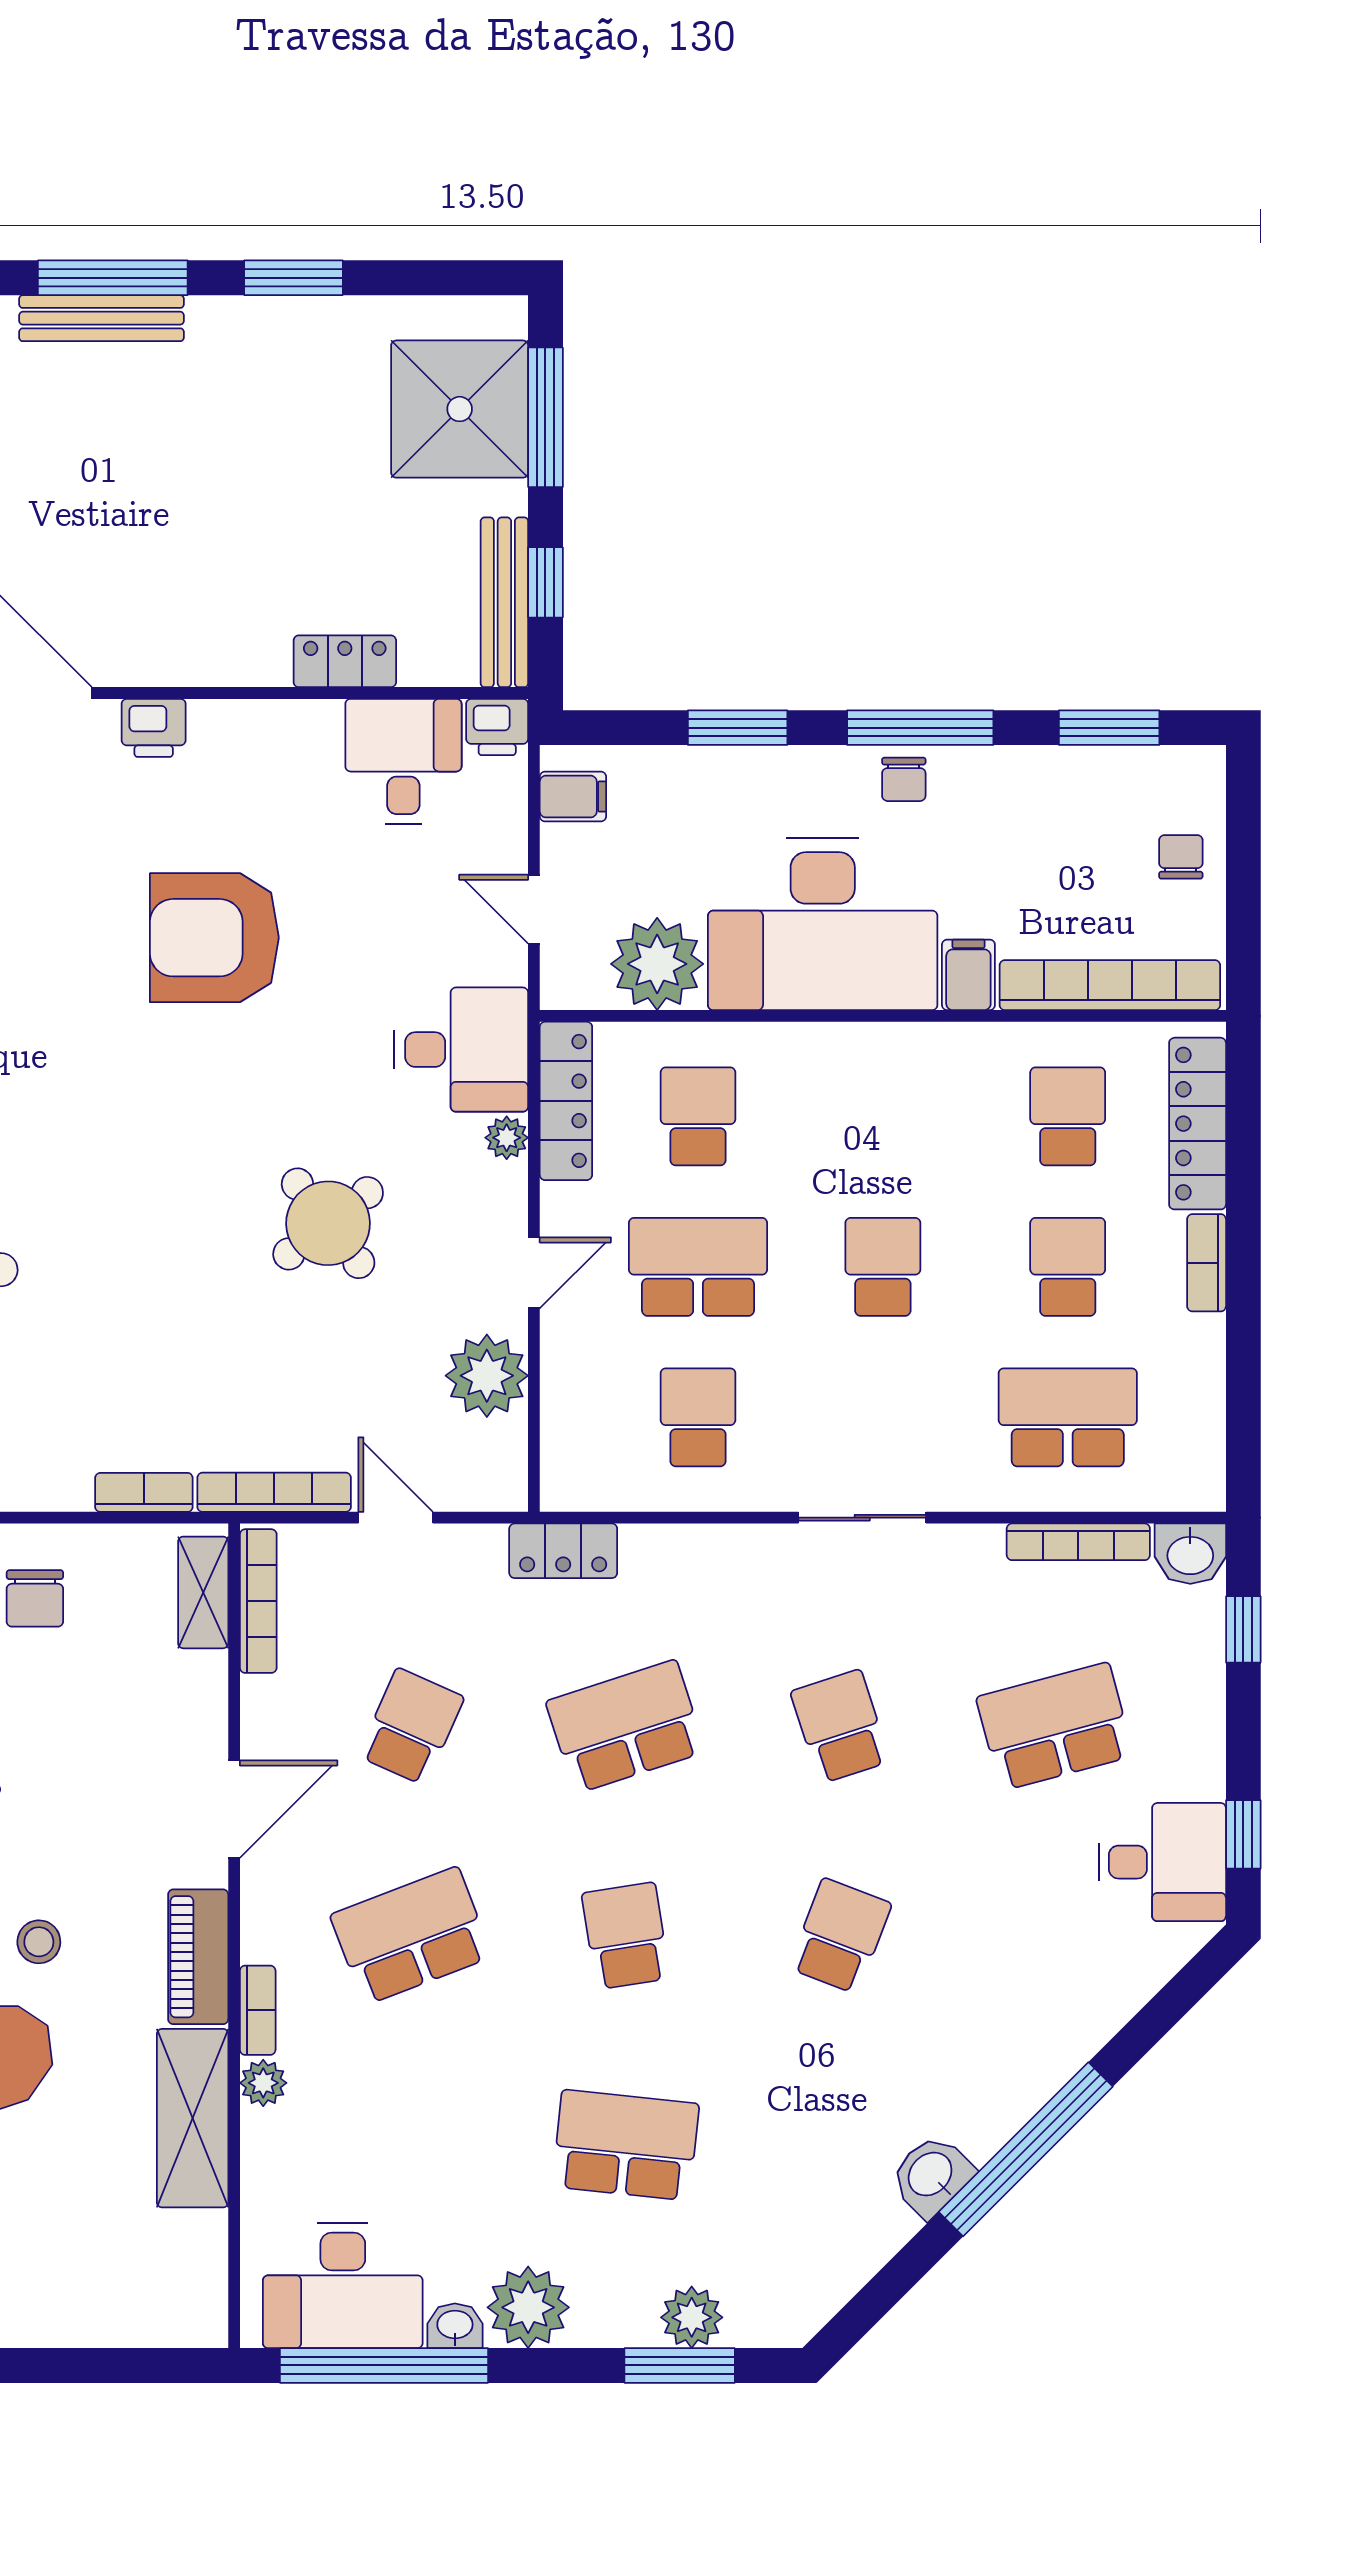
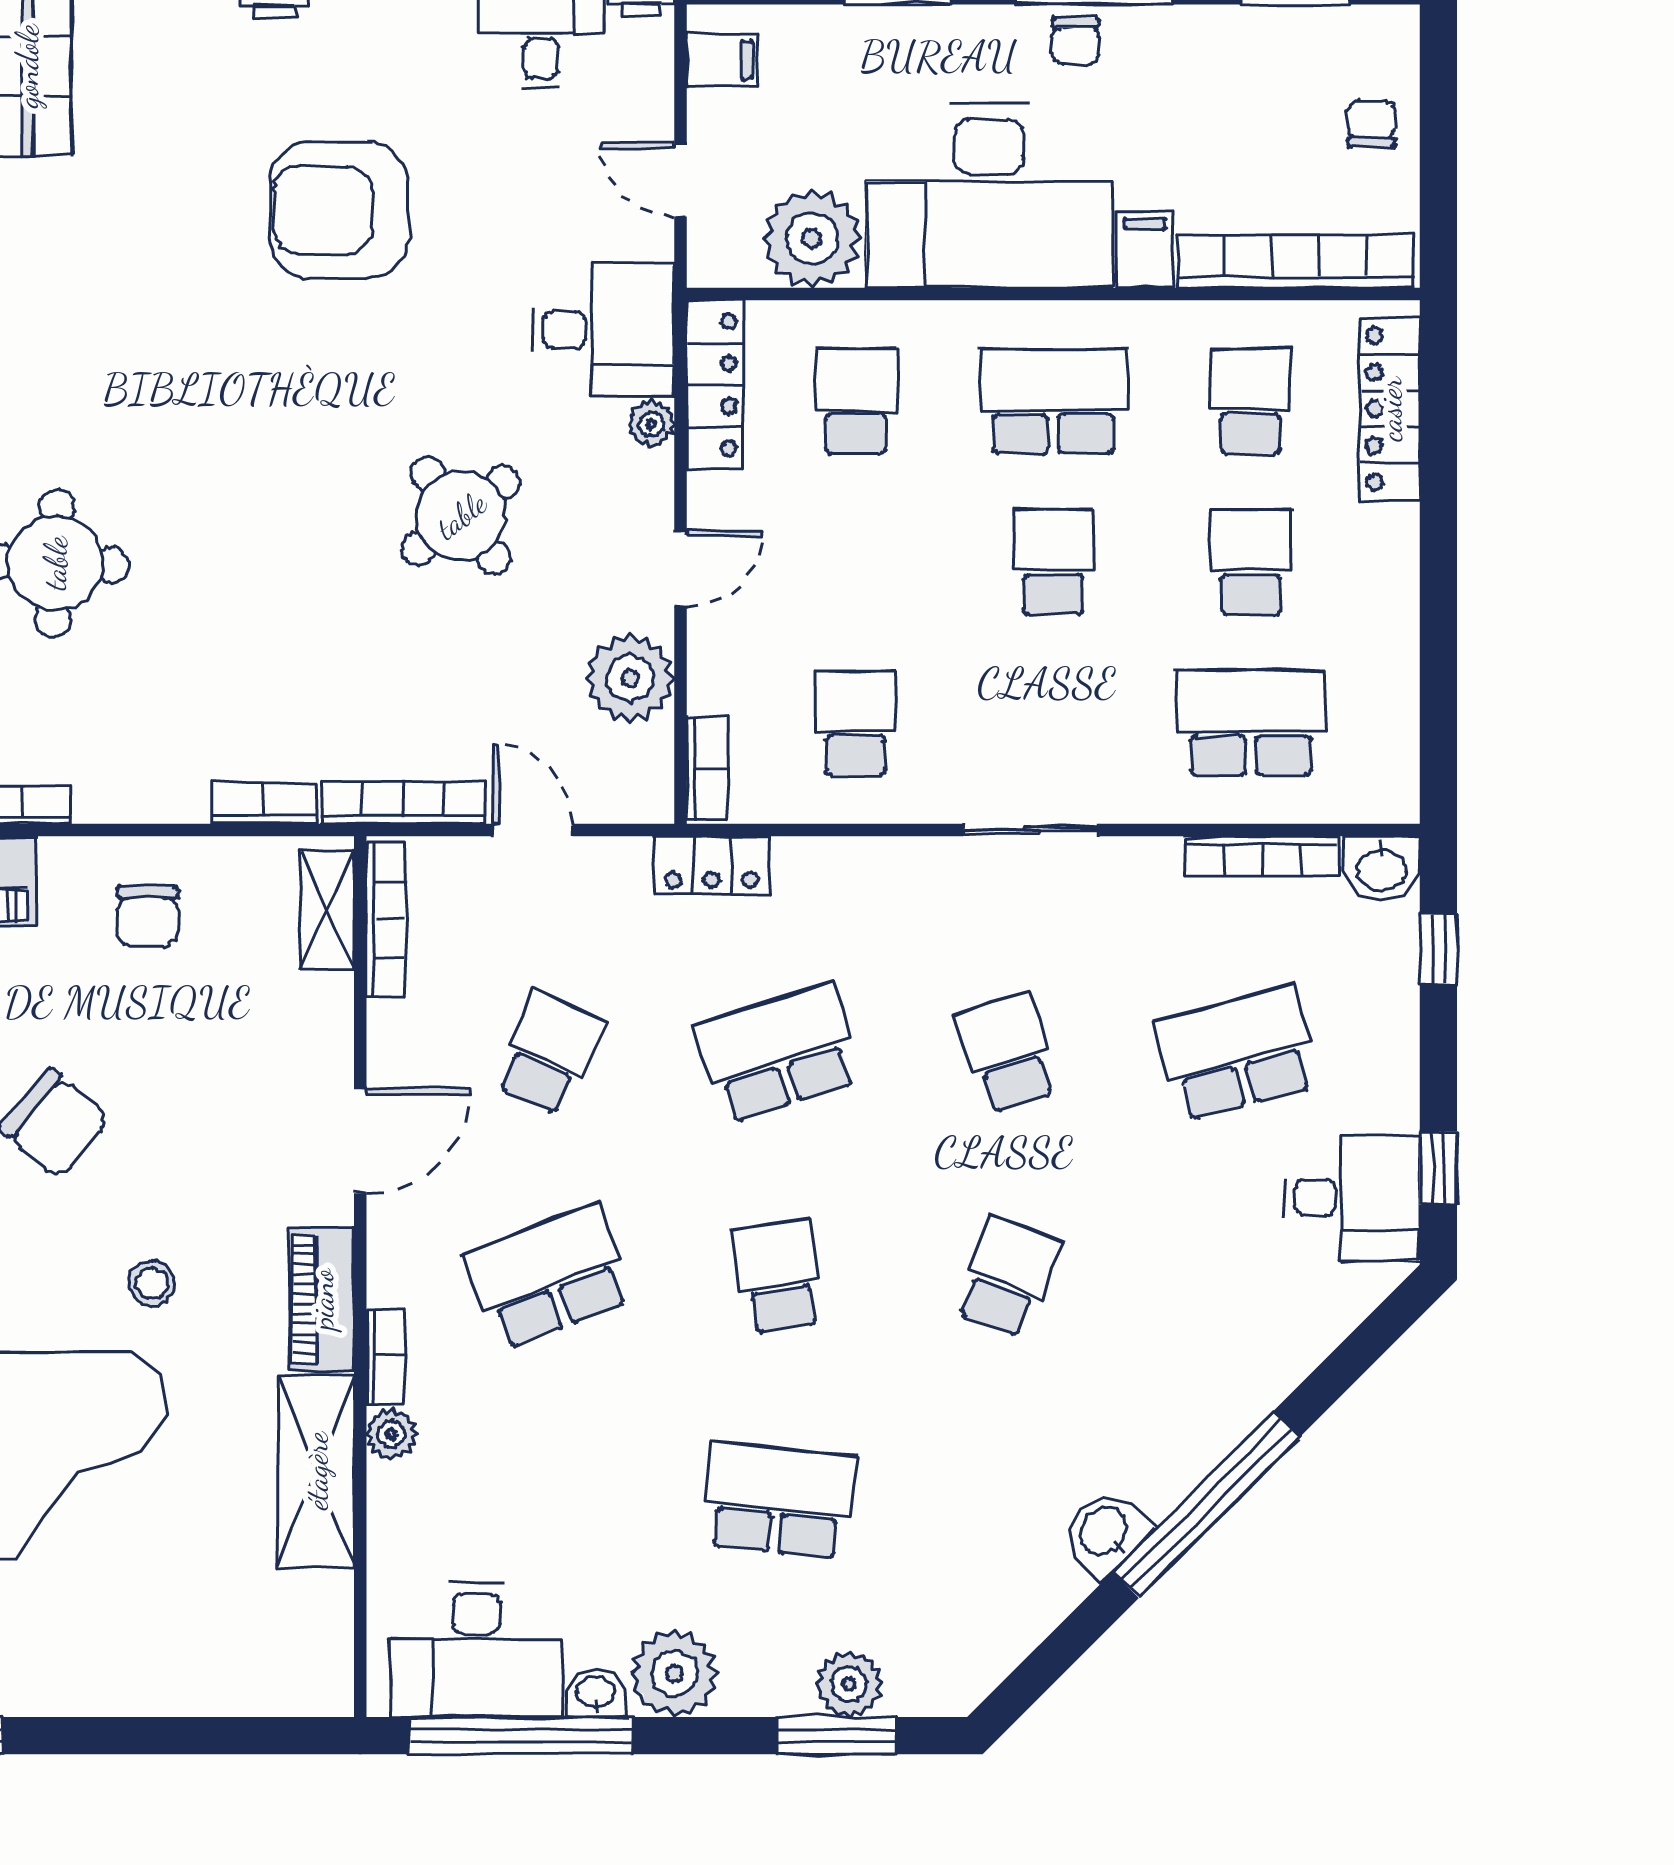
bookcase: (1207, 1263) -> (707, 769), moved, turned 180
school desk: (698, 1267) -> (1053, 401), moved

